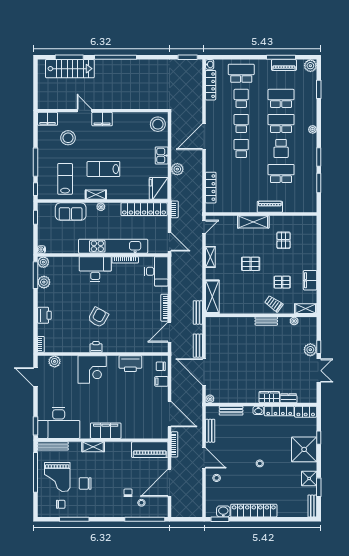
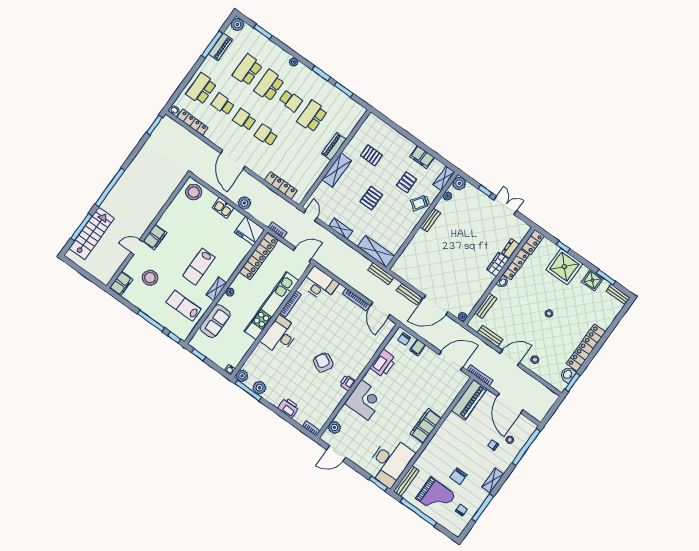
plant: (310, 350) -> (459, 183), moved
shelving: (93, 447) -> (493, 481), moved

